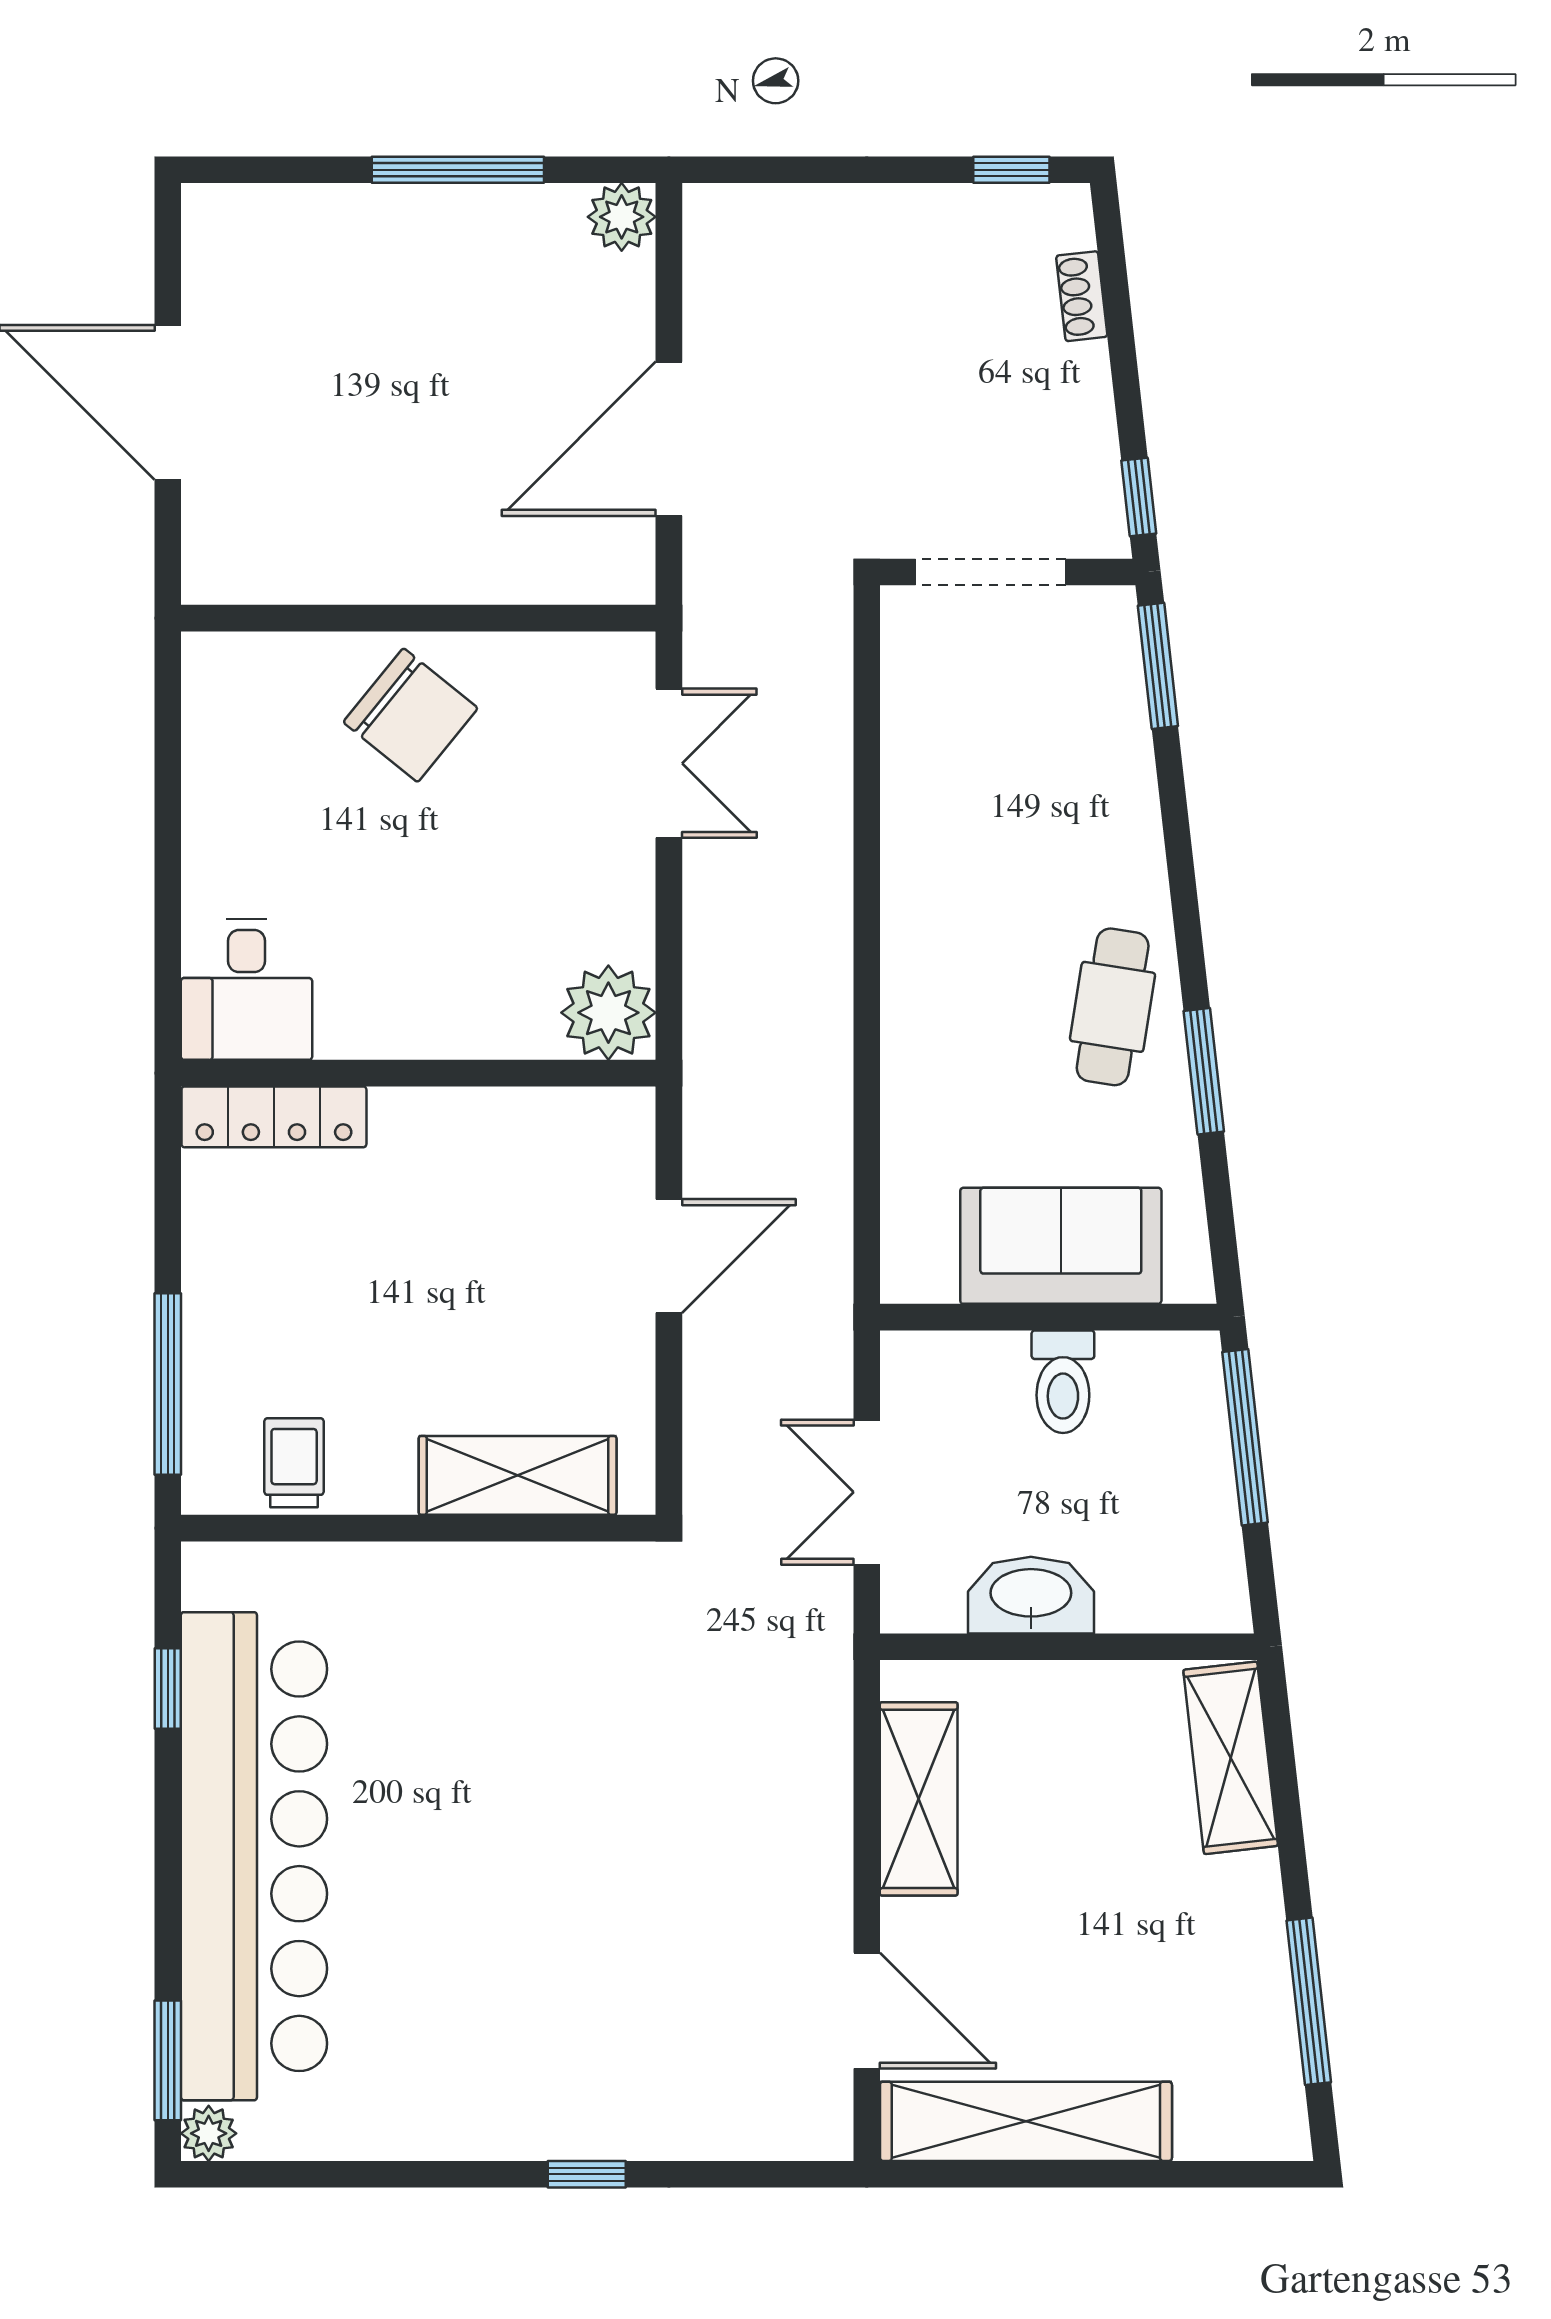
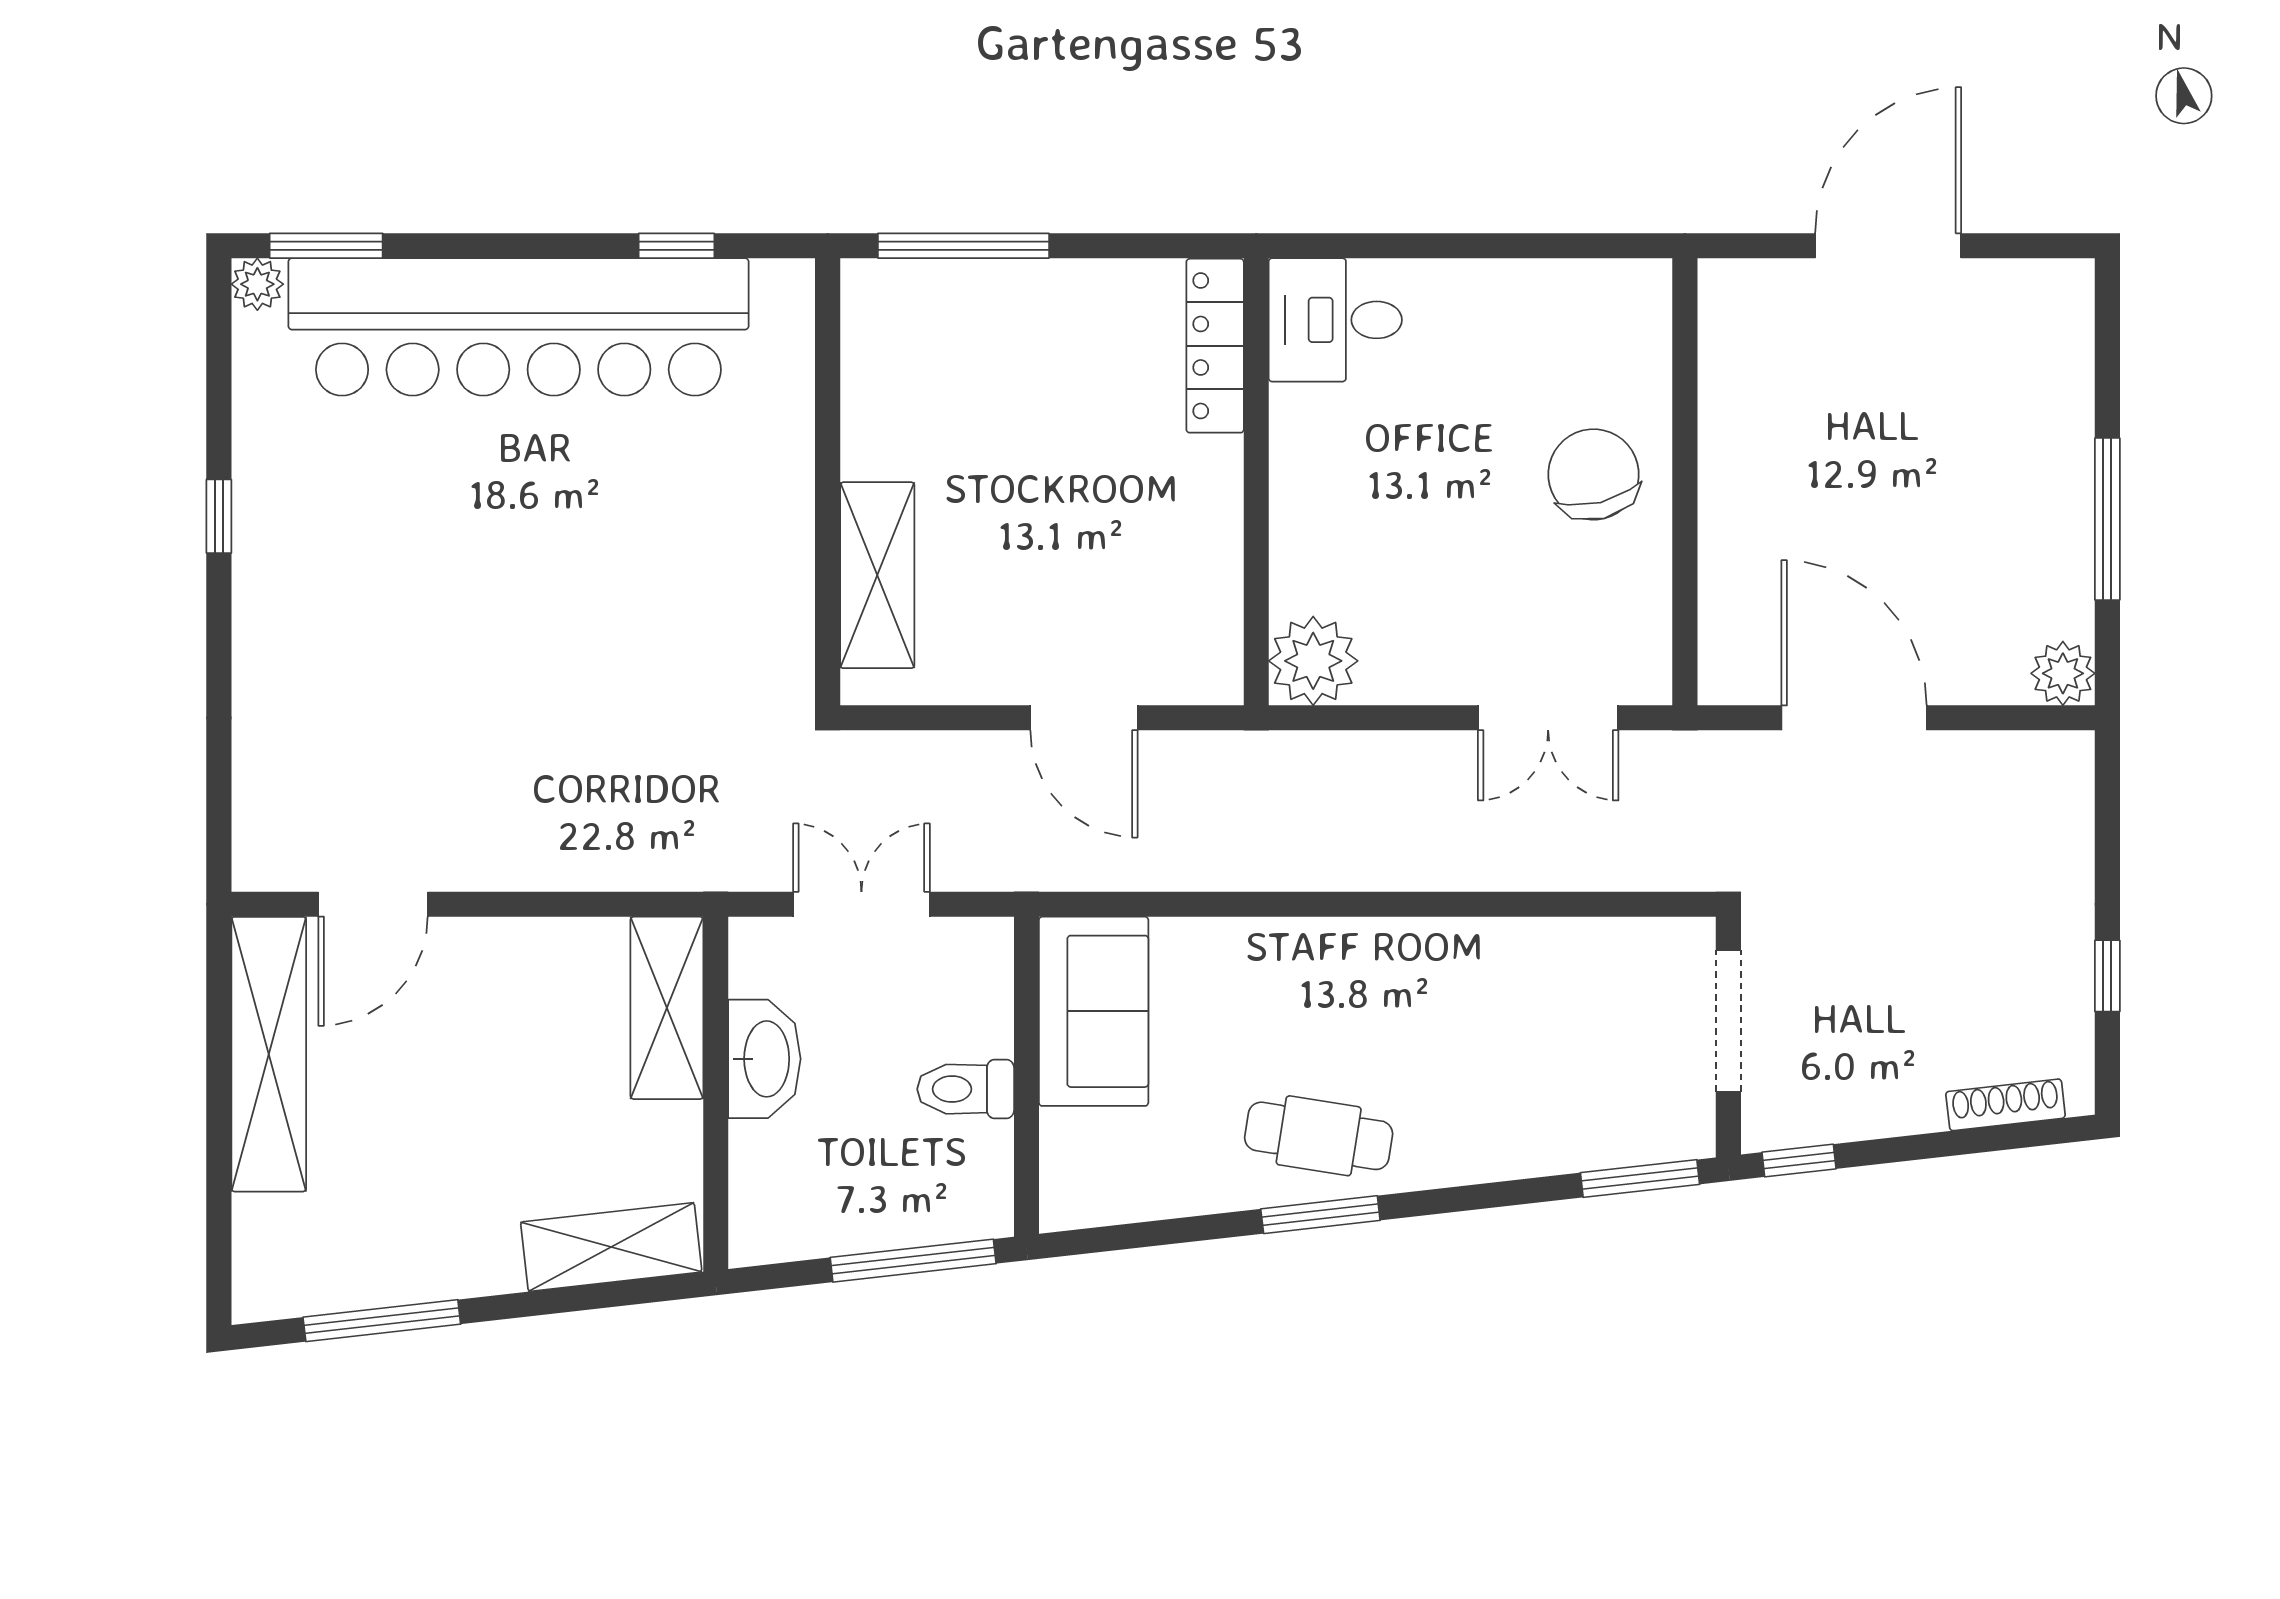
window: (1011, 170) -> (2107, 976), moved
shoe rack: (1082, 296) -> (2006, 1105), width x1.43
chair: (411, 715) -> (1594, 474), turned 127
window: (1204, 1071) -> (1320, 1215), moved
sofa: (1061, 1246) -> (1094, 1011), moved
trolley: (294, 1463) -> (889, 365), removed
shelving: (919, 1799) -> (667, 1008), moved, turned 90
window: (587, 2174) -> (219, 516), moved

